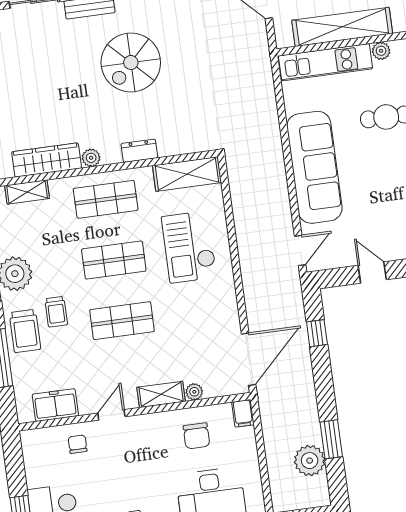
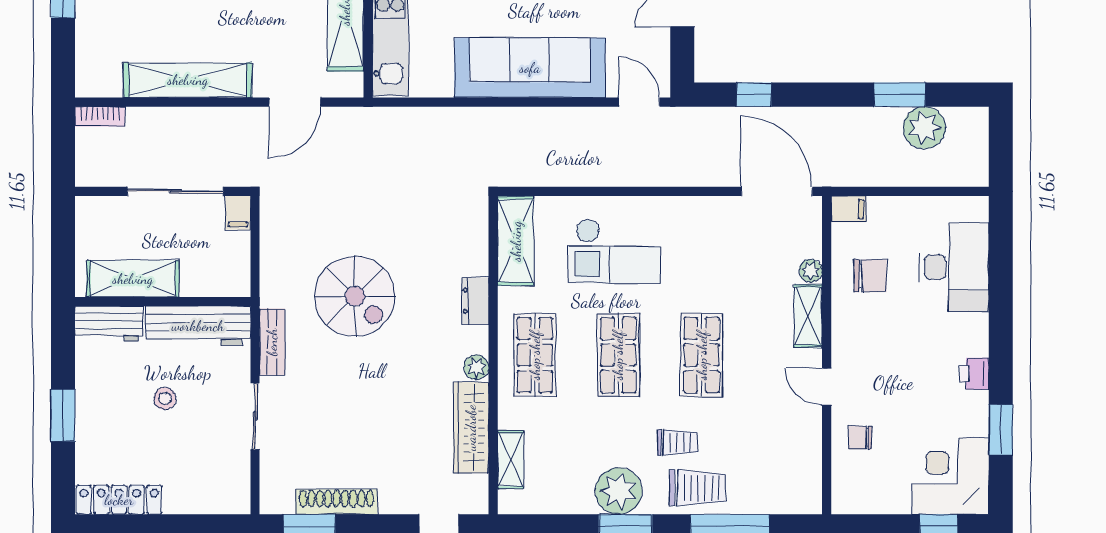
freezer: (55, 405) -> (803, 460), removed

